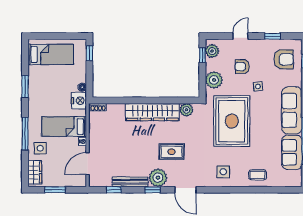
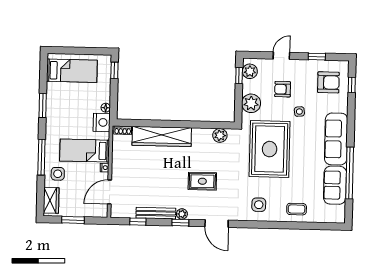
wardrobe: (152, 112) -> (162, 136), moved
plant: (158, 178) -> (182, 214), width x0.53, depth x0.53

